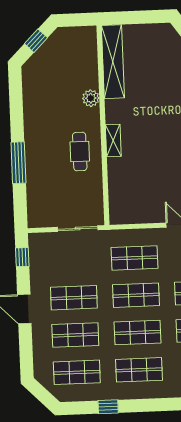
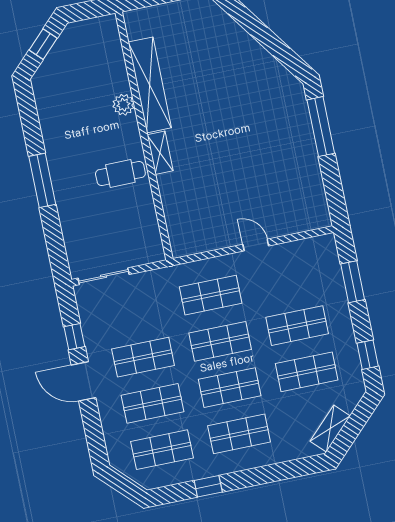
shelving: (113, 62) -> (150, 85), moved
cafe table: (80, 152) -> (120, 174), turned 90
window: (18, 163) -> (42, 180), moved
sliding door: (78, 229) -> (104, 276), moved
window: (22, 257) -> (74, 337), moved

